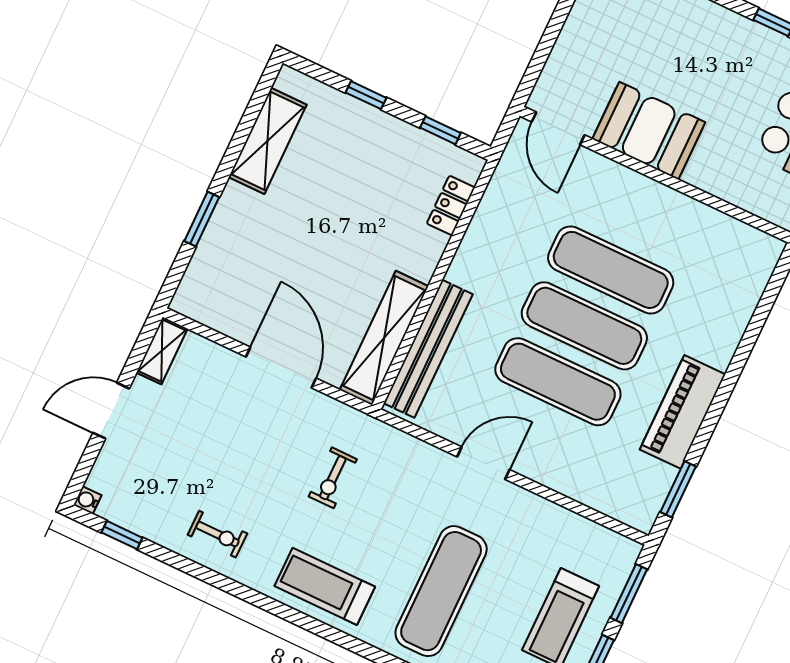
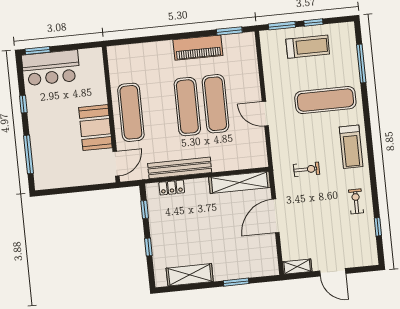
exercise mat: (611, 270) -> (131, 112), moved
bench: (428, 349) -> (180, 168), moved
water cooler: (87, 500) -> (373, 260), removed
window: (122, 535) -> (378, 227), moved

